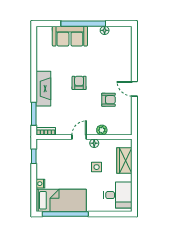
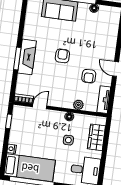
armchair: (108, 100) -> (89, 76), turned 90
window: (34, 114) -> (17, 59), moved
tv unit: (127, 121) -> (104, 100), added
door: (79, 137) -> (40, 106), moved

